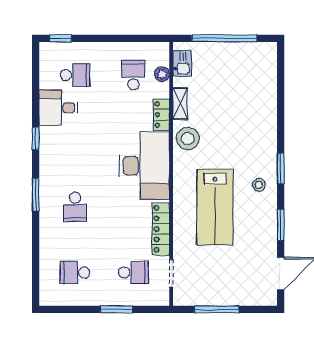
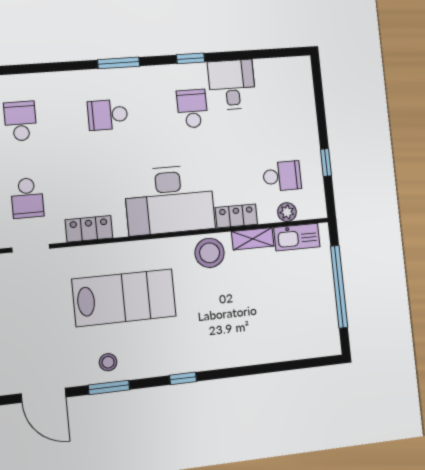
window: (61, 38) -> (326, 162), moved
kitchen sink: (182, 63) -> (297, 237), width x1.38
school desk: (75, 75) -> (192, 109), moved, turned 180
window: (281, 169) -> (183, 378), width x0.67
stool: (259, 185) -> (108, 362), moved
lab bench: (215, 207) -> (124, 298), turned 180
locker: (161, 229) -> (89, 229), width x0.66

